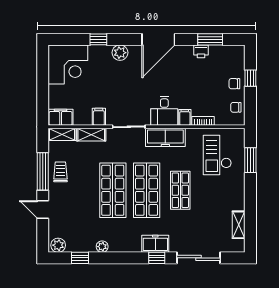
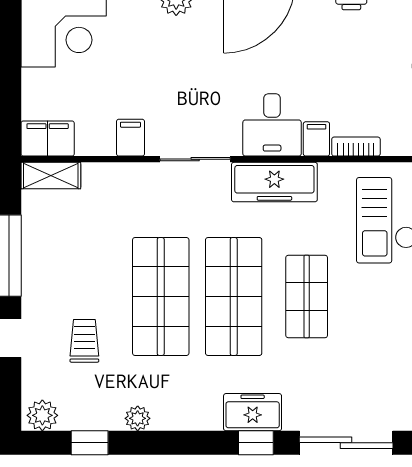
shelving: (91, 135) -> (114, 176), removed
trolley: (60, 172) -> (84, 341), moved

